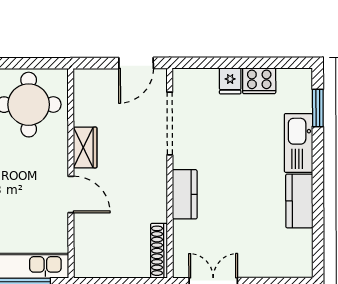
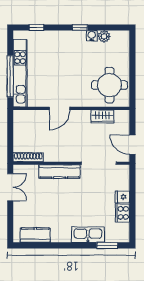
wardrobe: (85, 147) -> (102, 116), moved
kitchen counter: (185, 194) -> (60, 172), width x1.50
kitchen counter: (299, 201) -> (35, 235), moved

